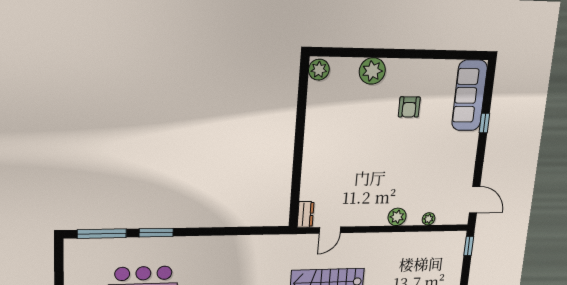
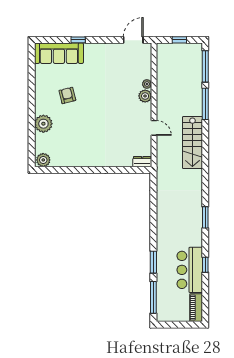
armchair: (409, 107) -> (67, 95), turned -104
plant: (429, 219) -> (147, 84), moved
door: (330, 230) -> (154, 128), moved
window: (469, 246) -> (179, 40), moved

